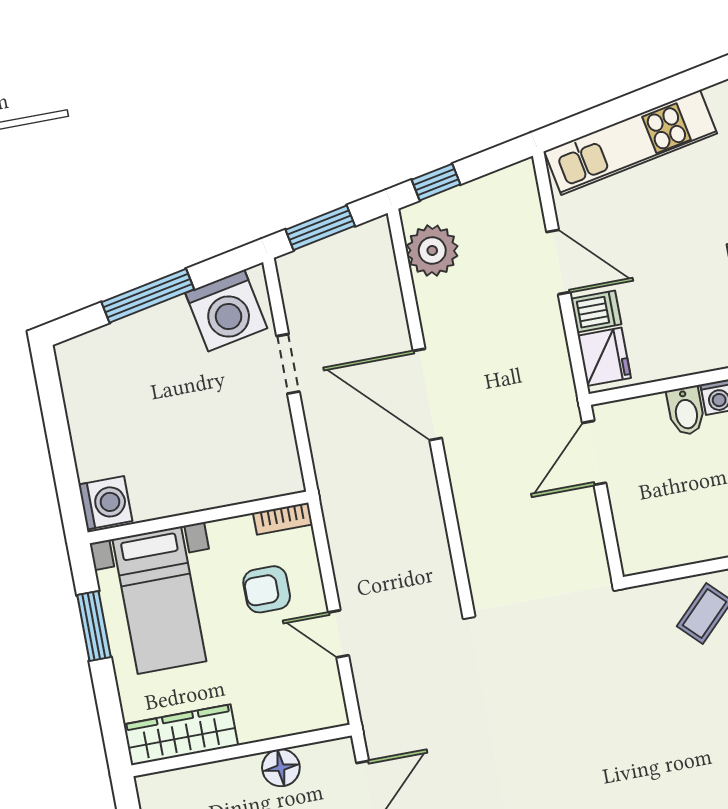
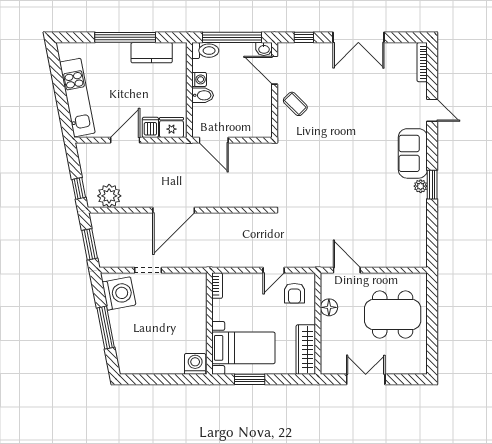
armchair: (267, 589) -> (294, 293), moved

